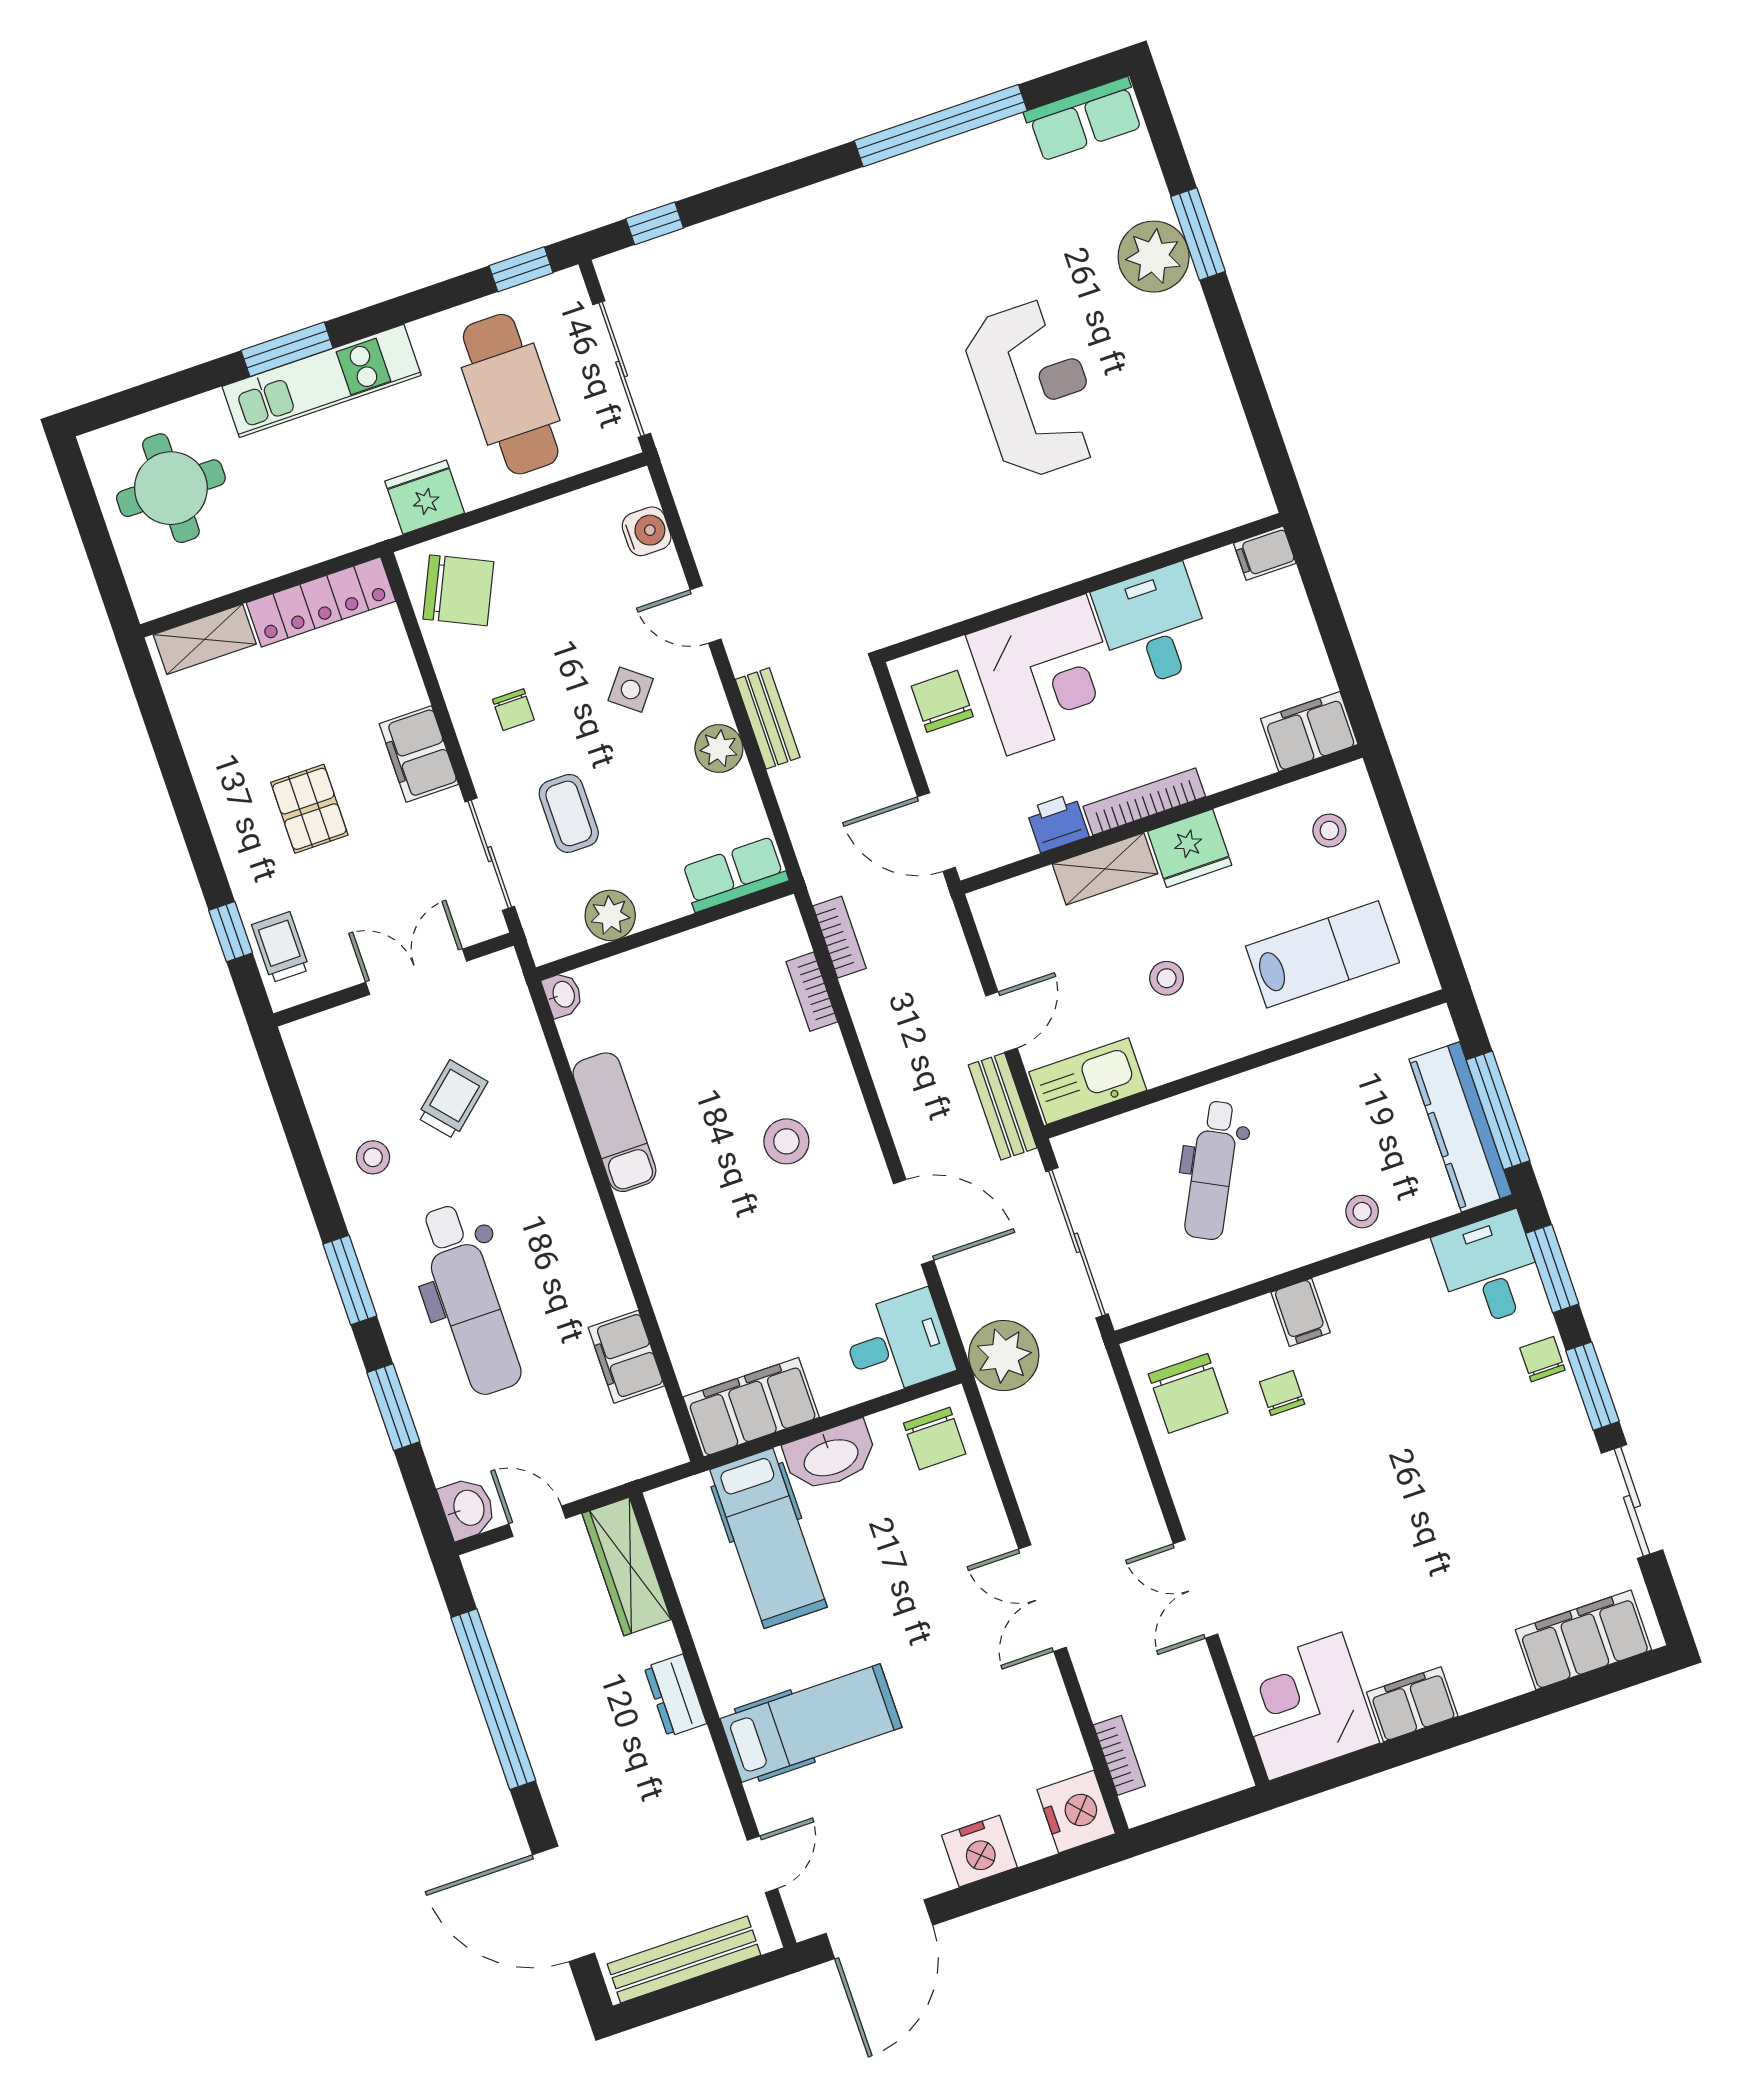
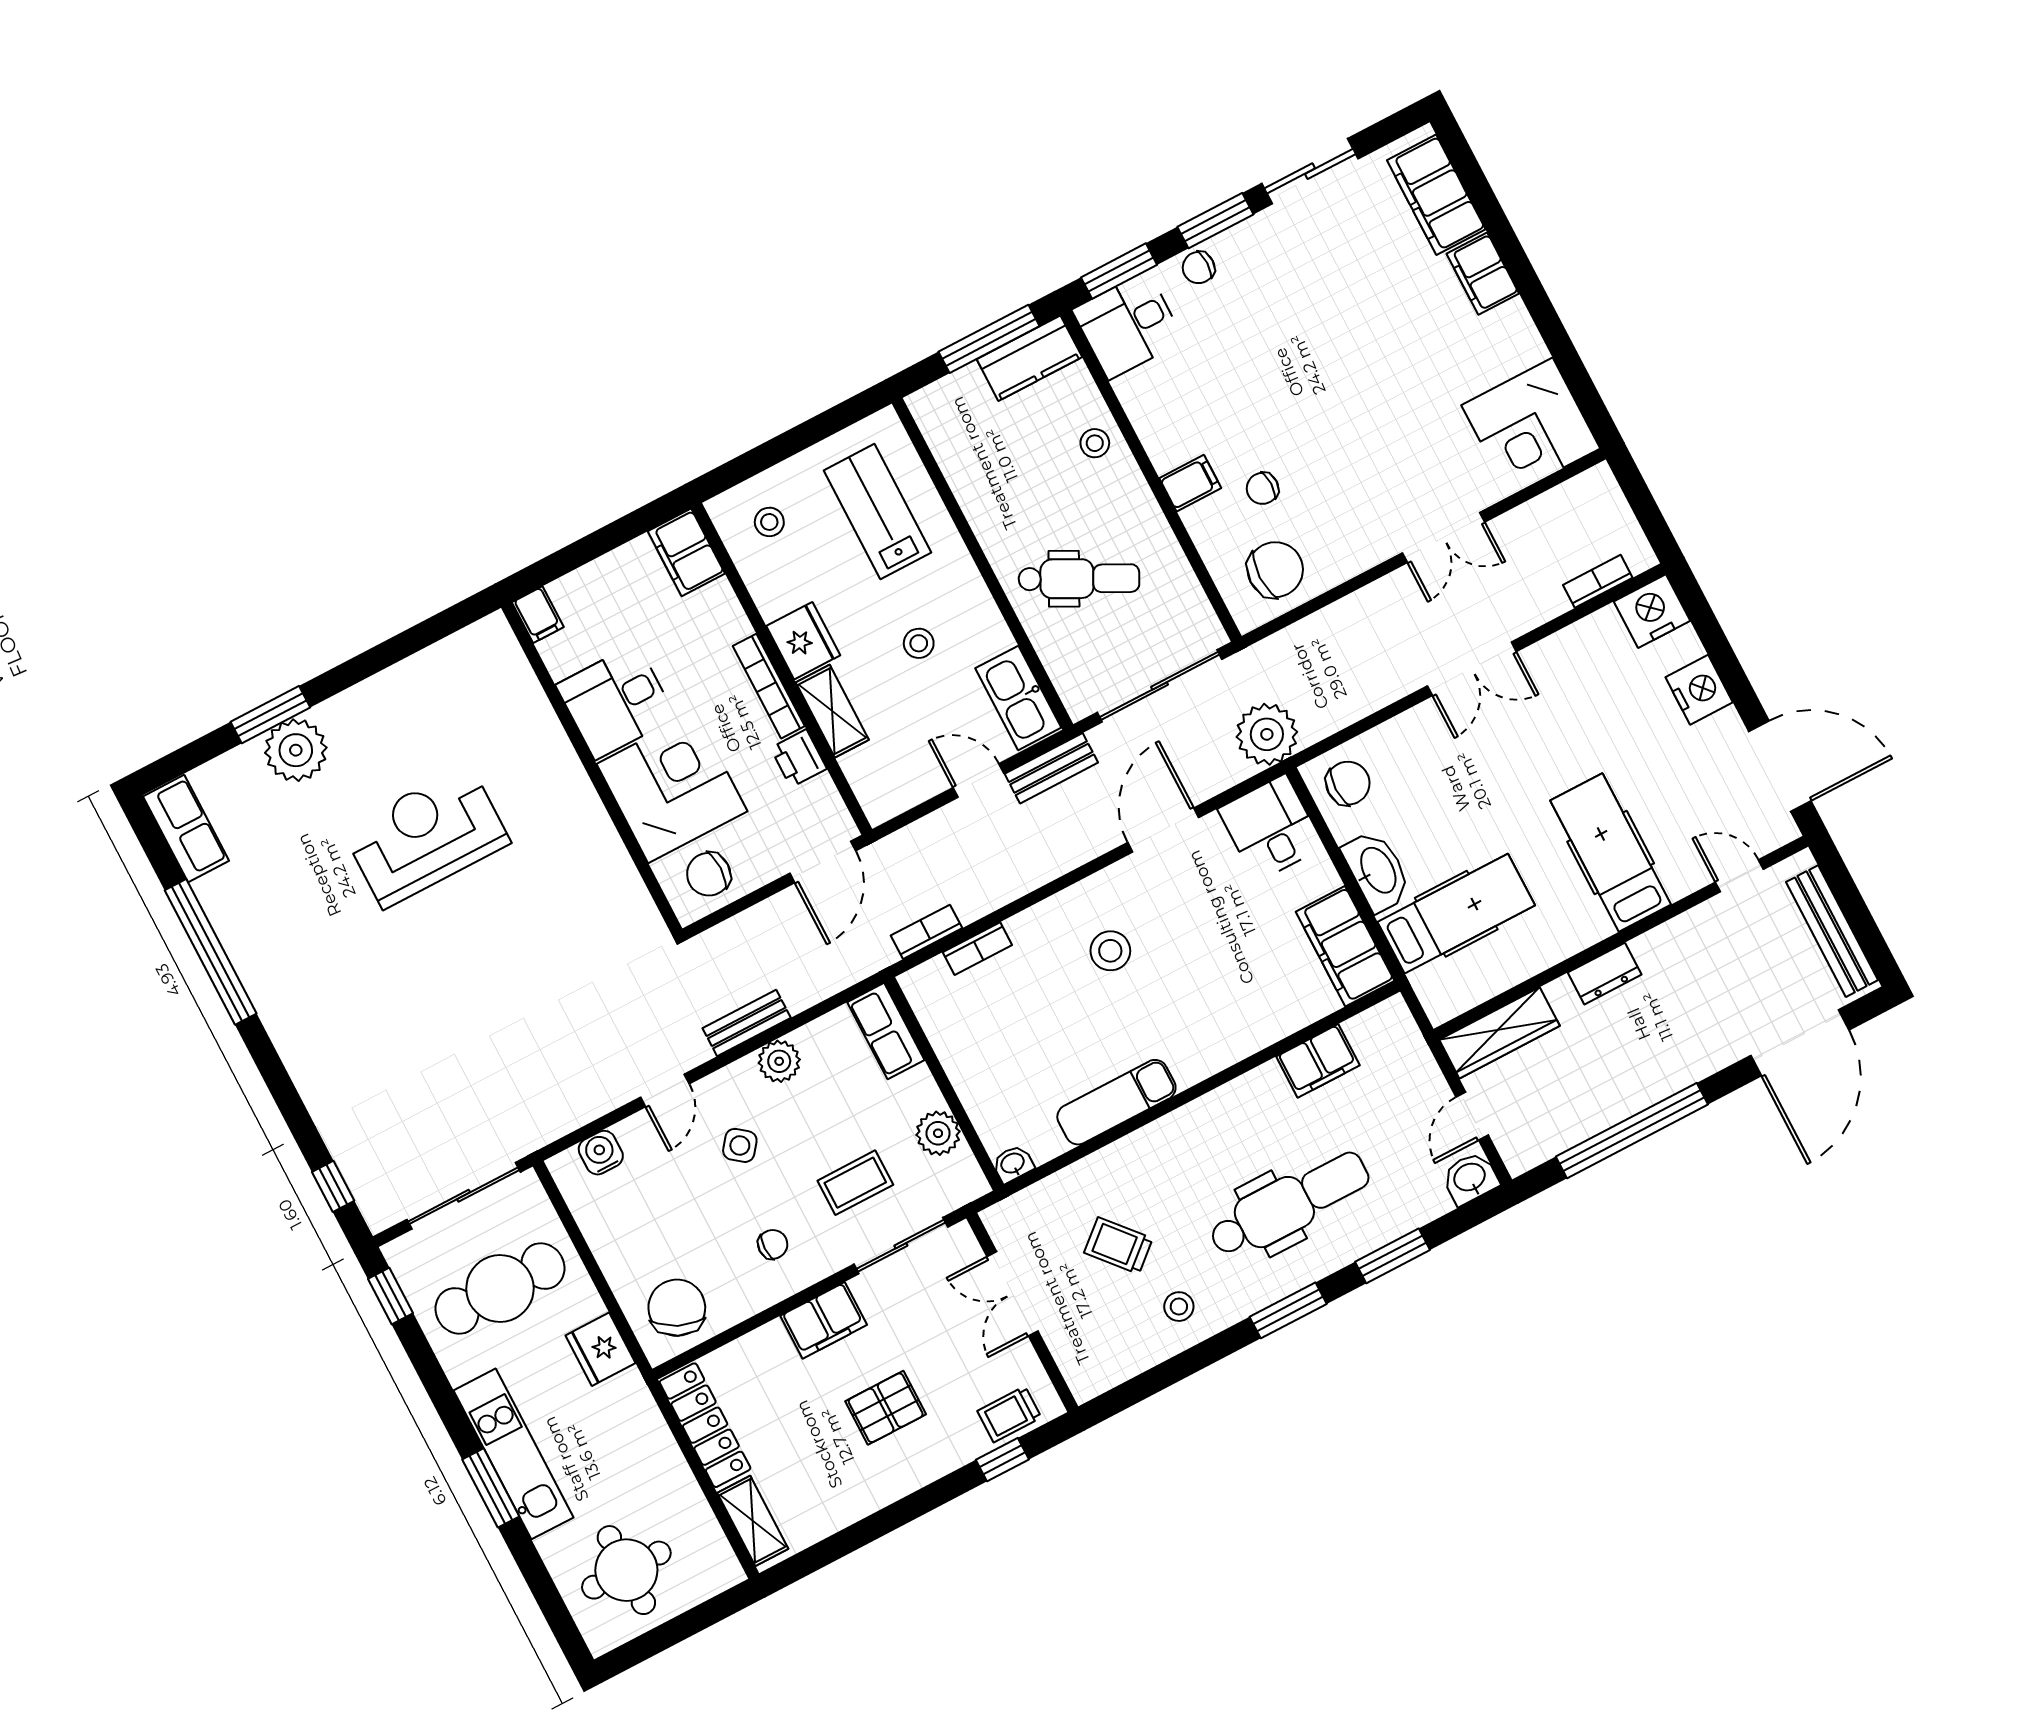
kitchen counter: (1461, 1127) -> (1029, 358), width x0.67
filing cabinet: (1412, 1704) -> (1483, 274), moved

